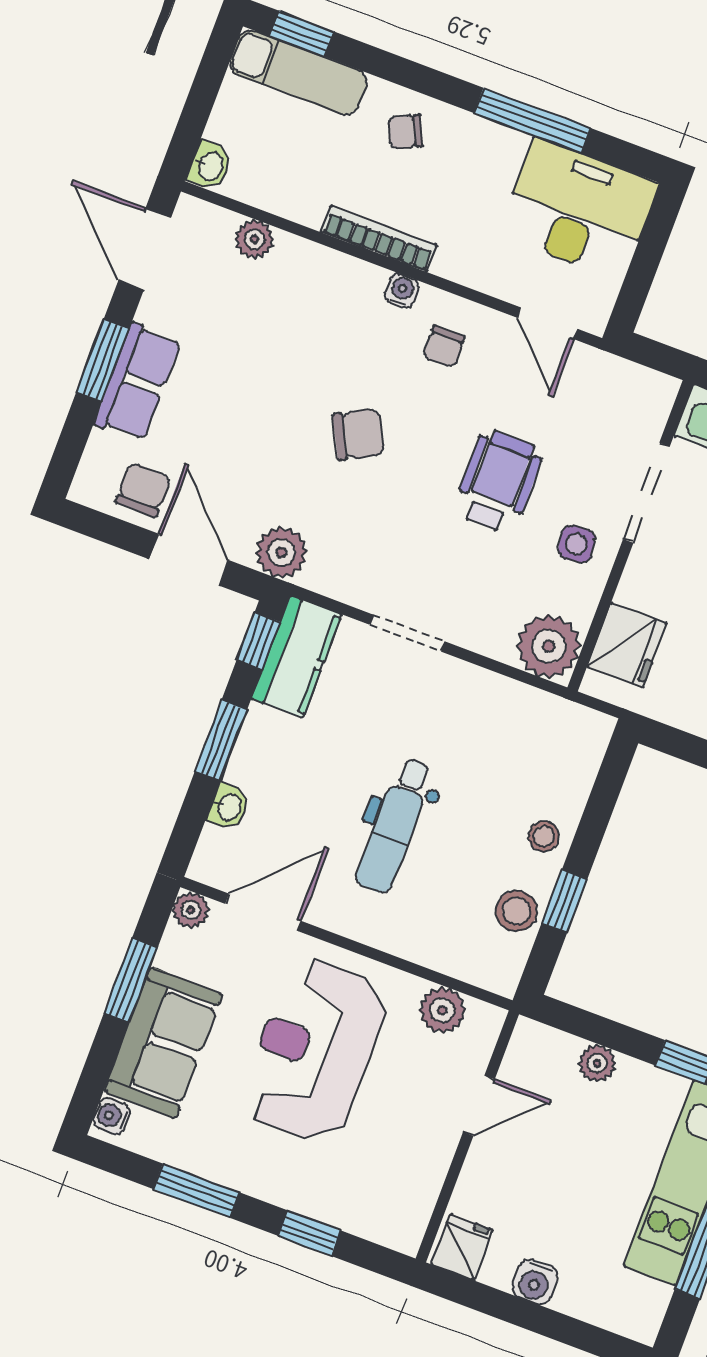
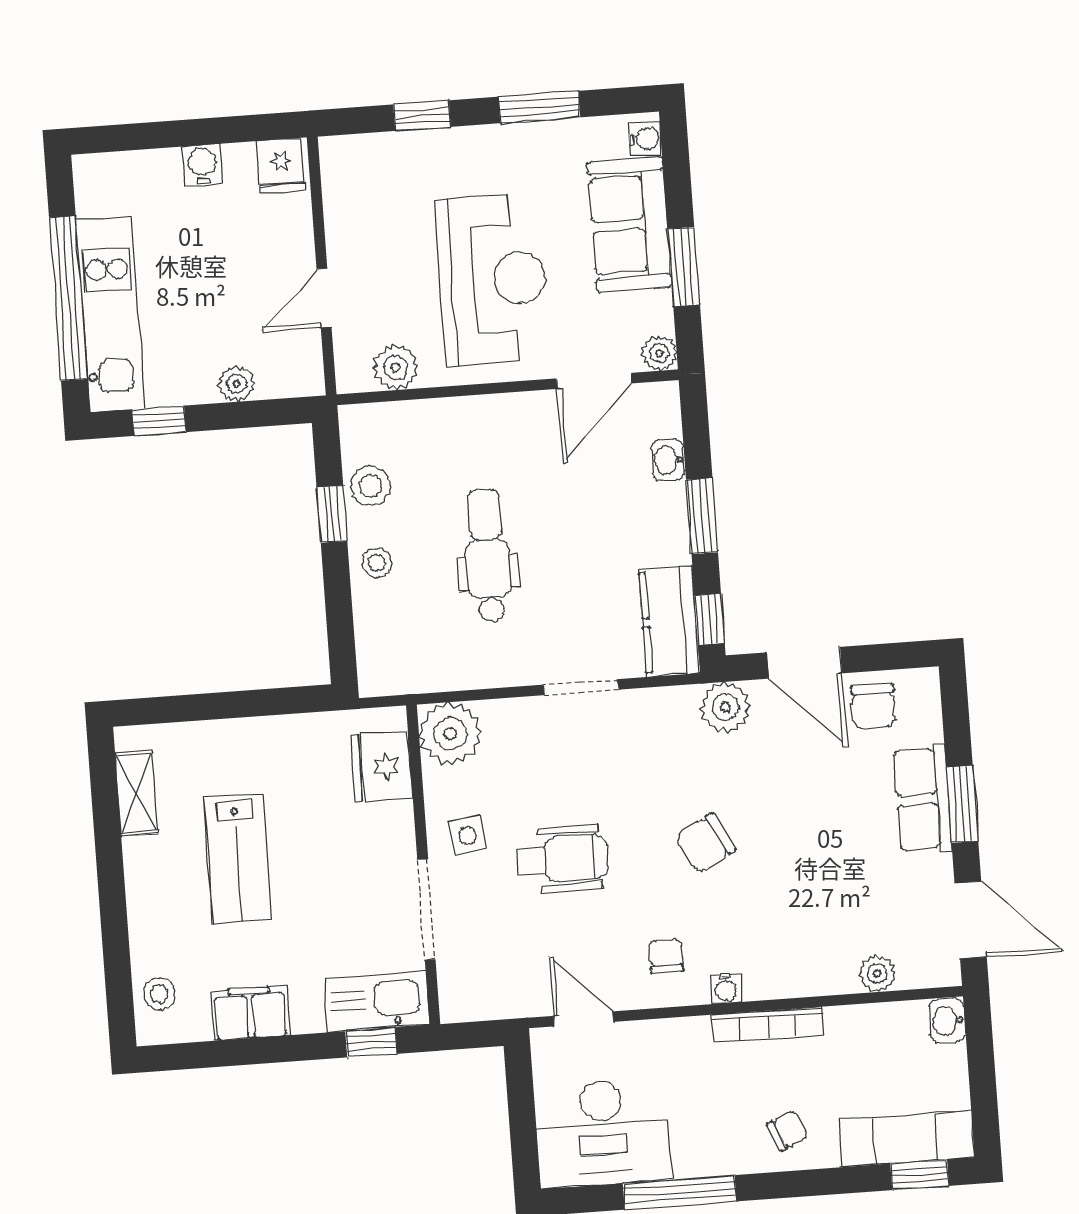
wheelchair: (498, 481) -> (562, 859), turned -90
dental chair: (394, 826) -> (487, 556), moved

